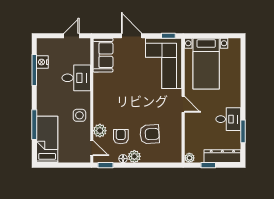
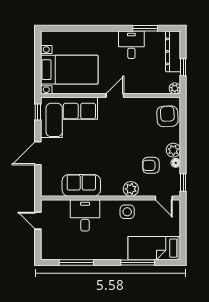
sofa: (103, 55) -> (81, 185), moved
nightstand: (42, 62) -> (67, 253), removed
plant: (100, 131) -> (131, 189), moved
armchair: (150, 134) -> (167, 116), moved
door: (92, 148) -> (164, 198), swing flipped

